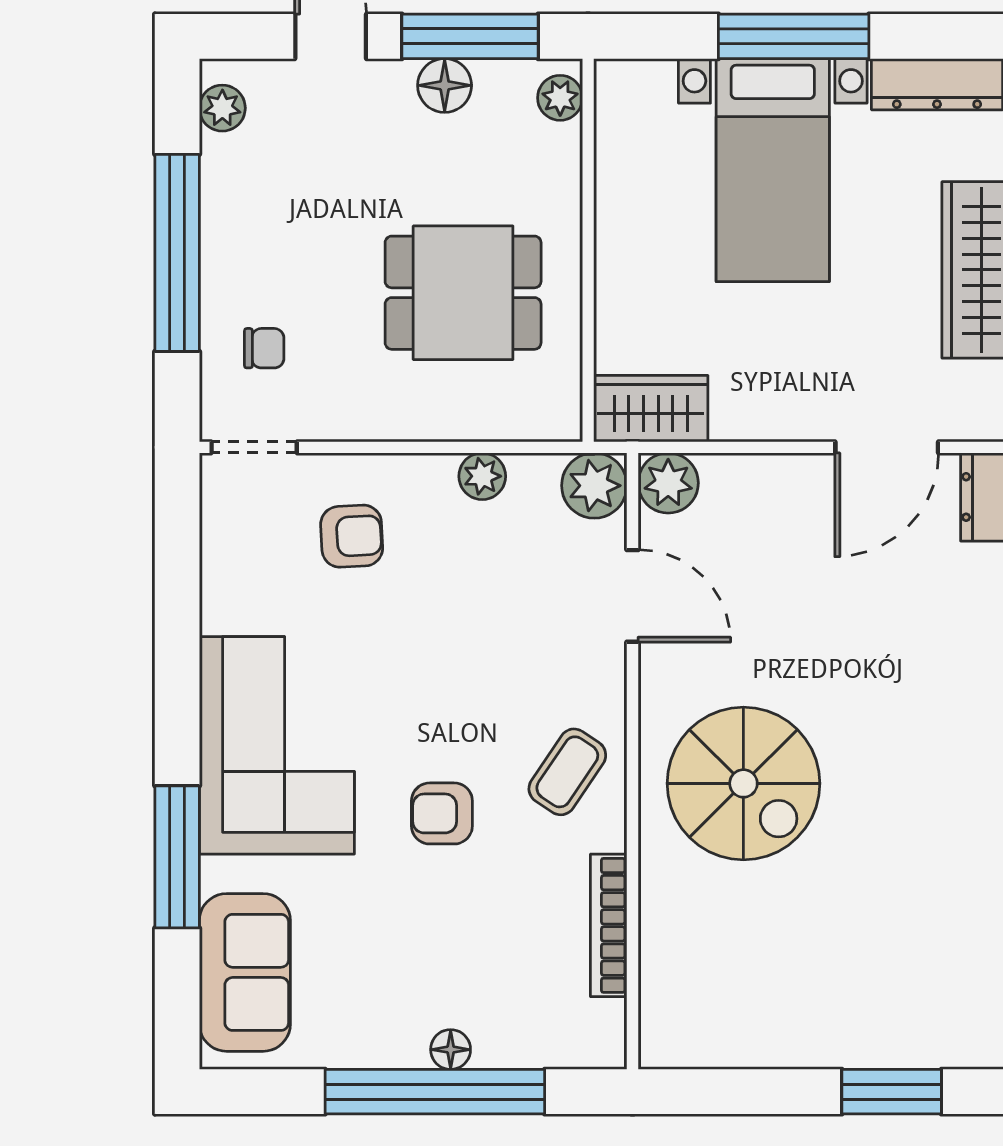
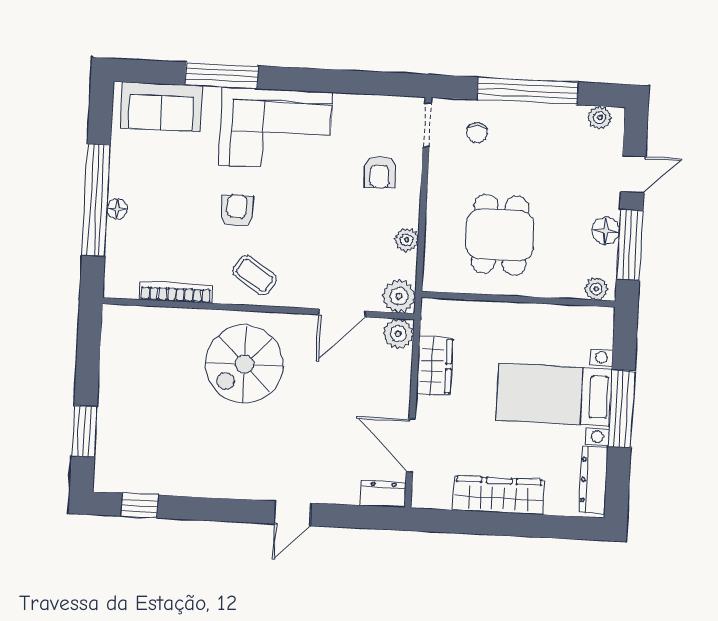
wardrobe: (651, 409) -> (435, 366), moved

